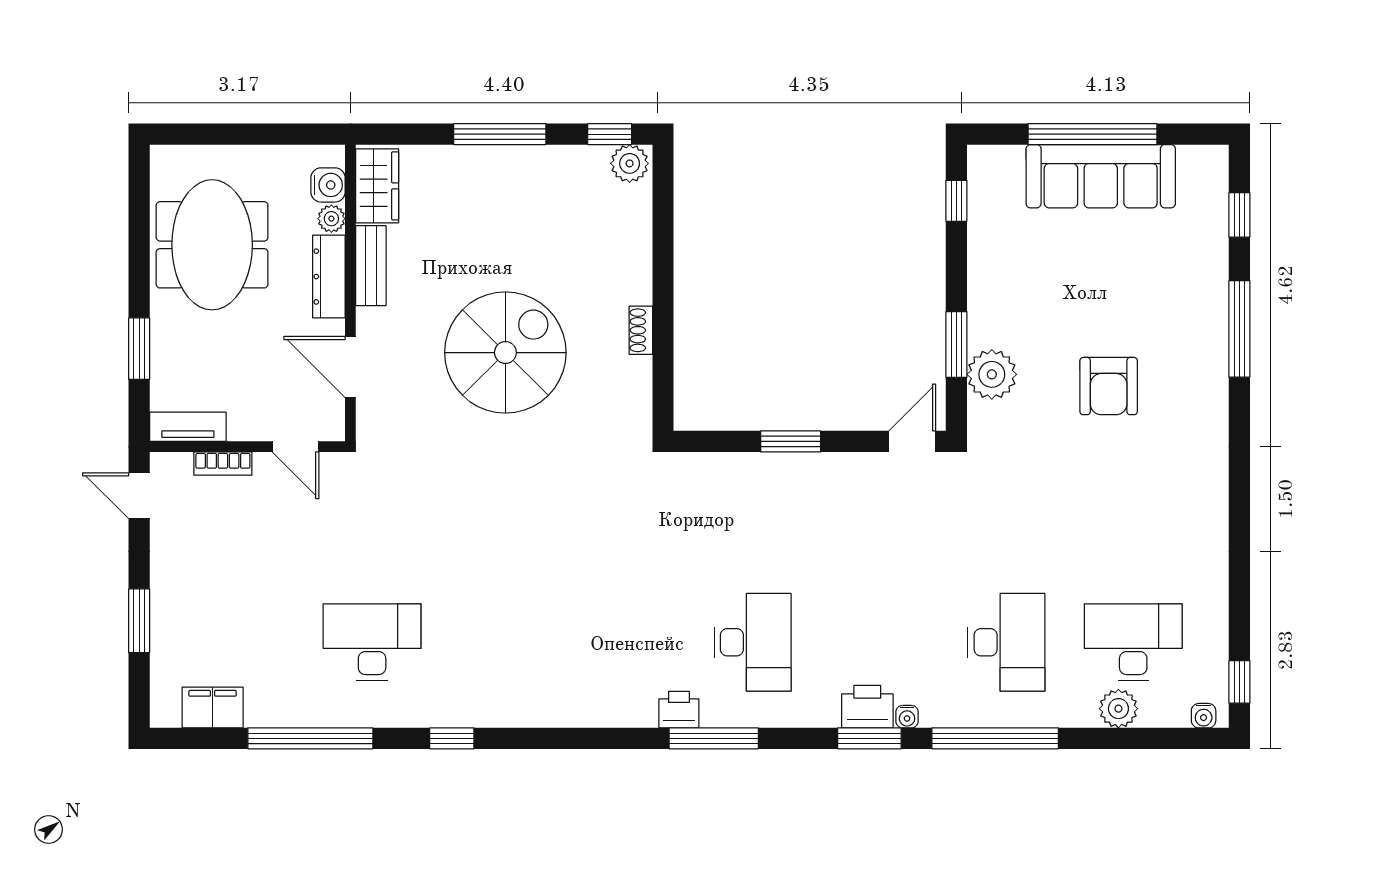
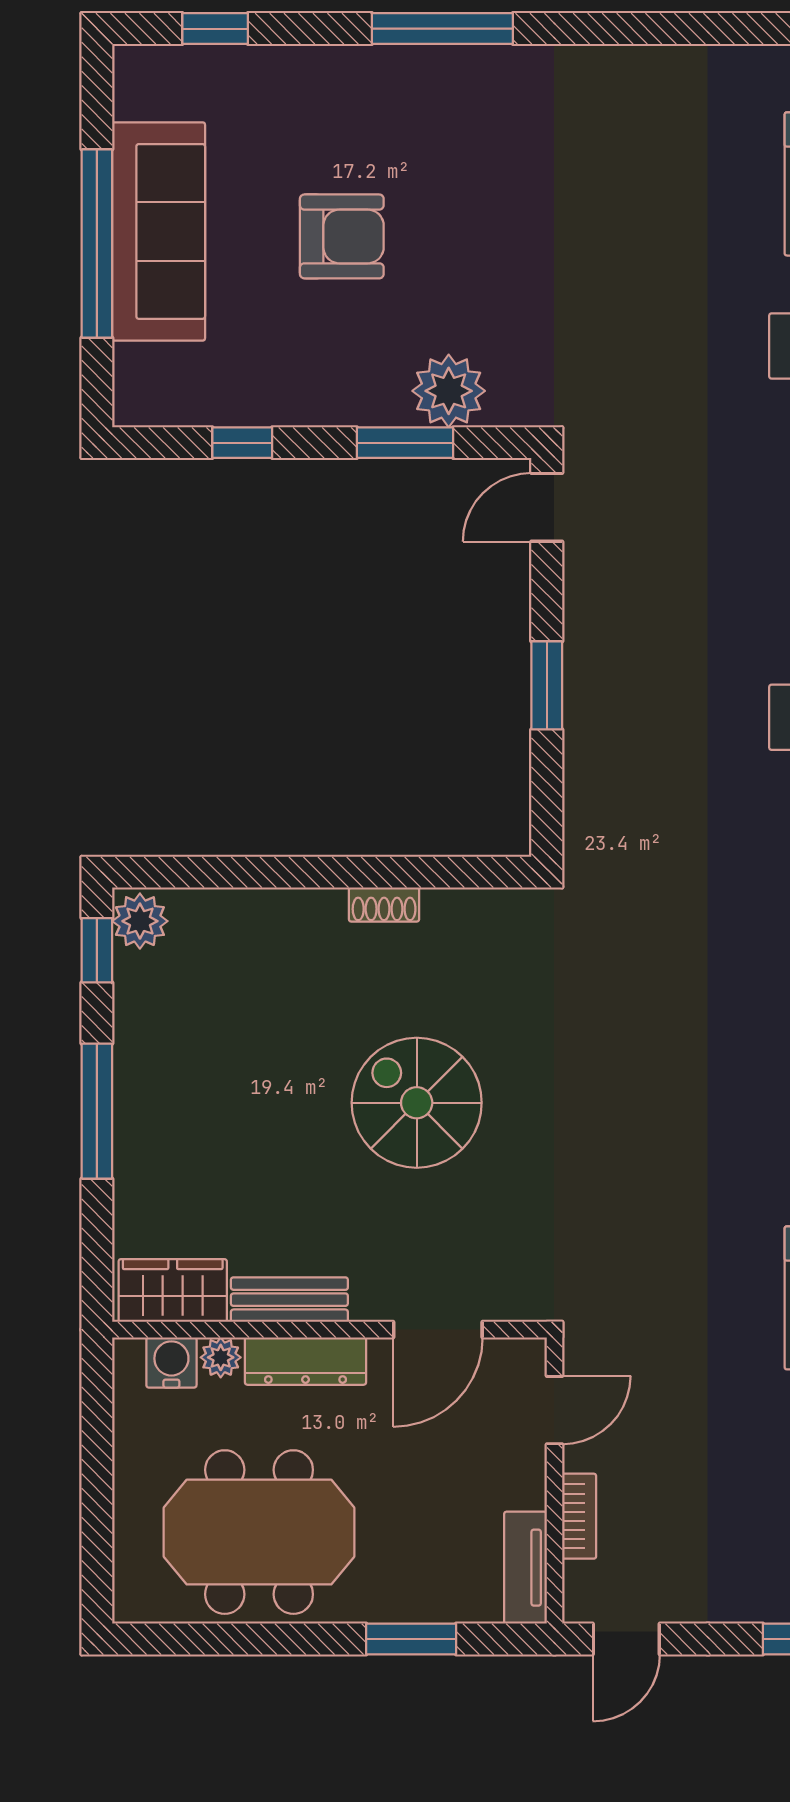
window: (956, 201) -> (242, 443), moved
window: (1239, 329) -> (442, 29), moved
spiral stairs: (505, 353) -> (417, 1103), width x0.73, depth x0.73
armchair: (1109, 386) -> (342, 236), moved
door: (912, 441) -> (547, 507), hinge flipped

